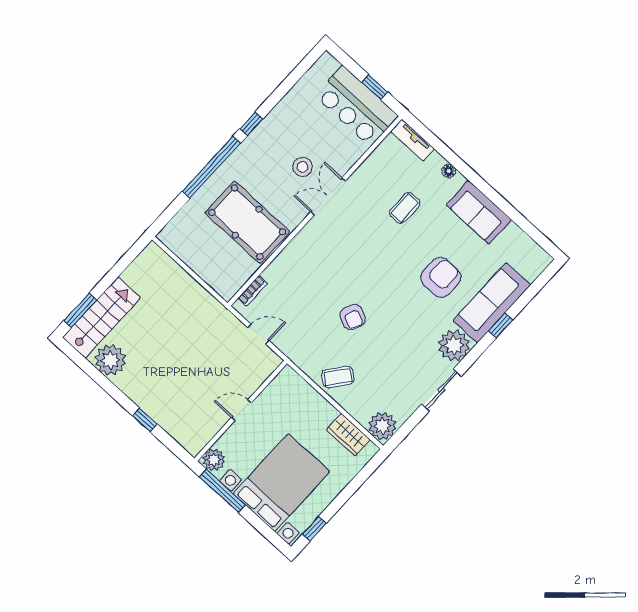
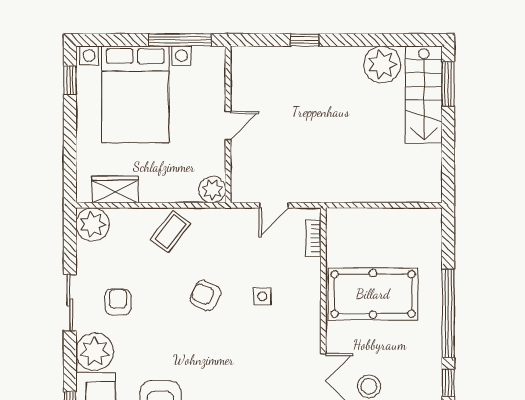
side table: (318, 284) -> (262, 296), added
armchair: (411, 363) -> (118, 302), added
plant: (214, 460) -> (212, 190), moved

